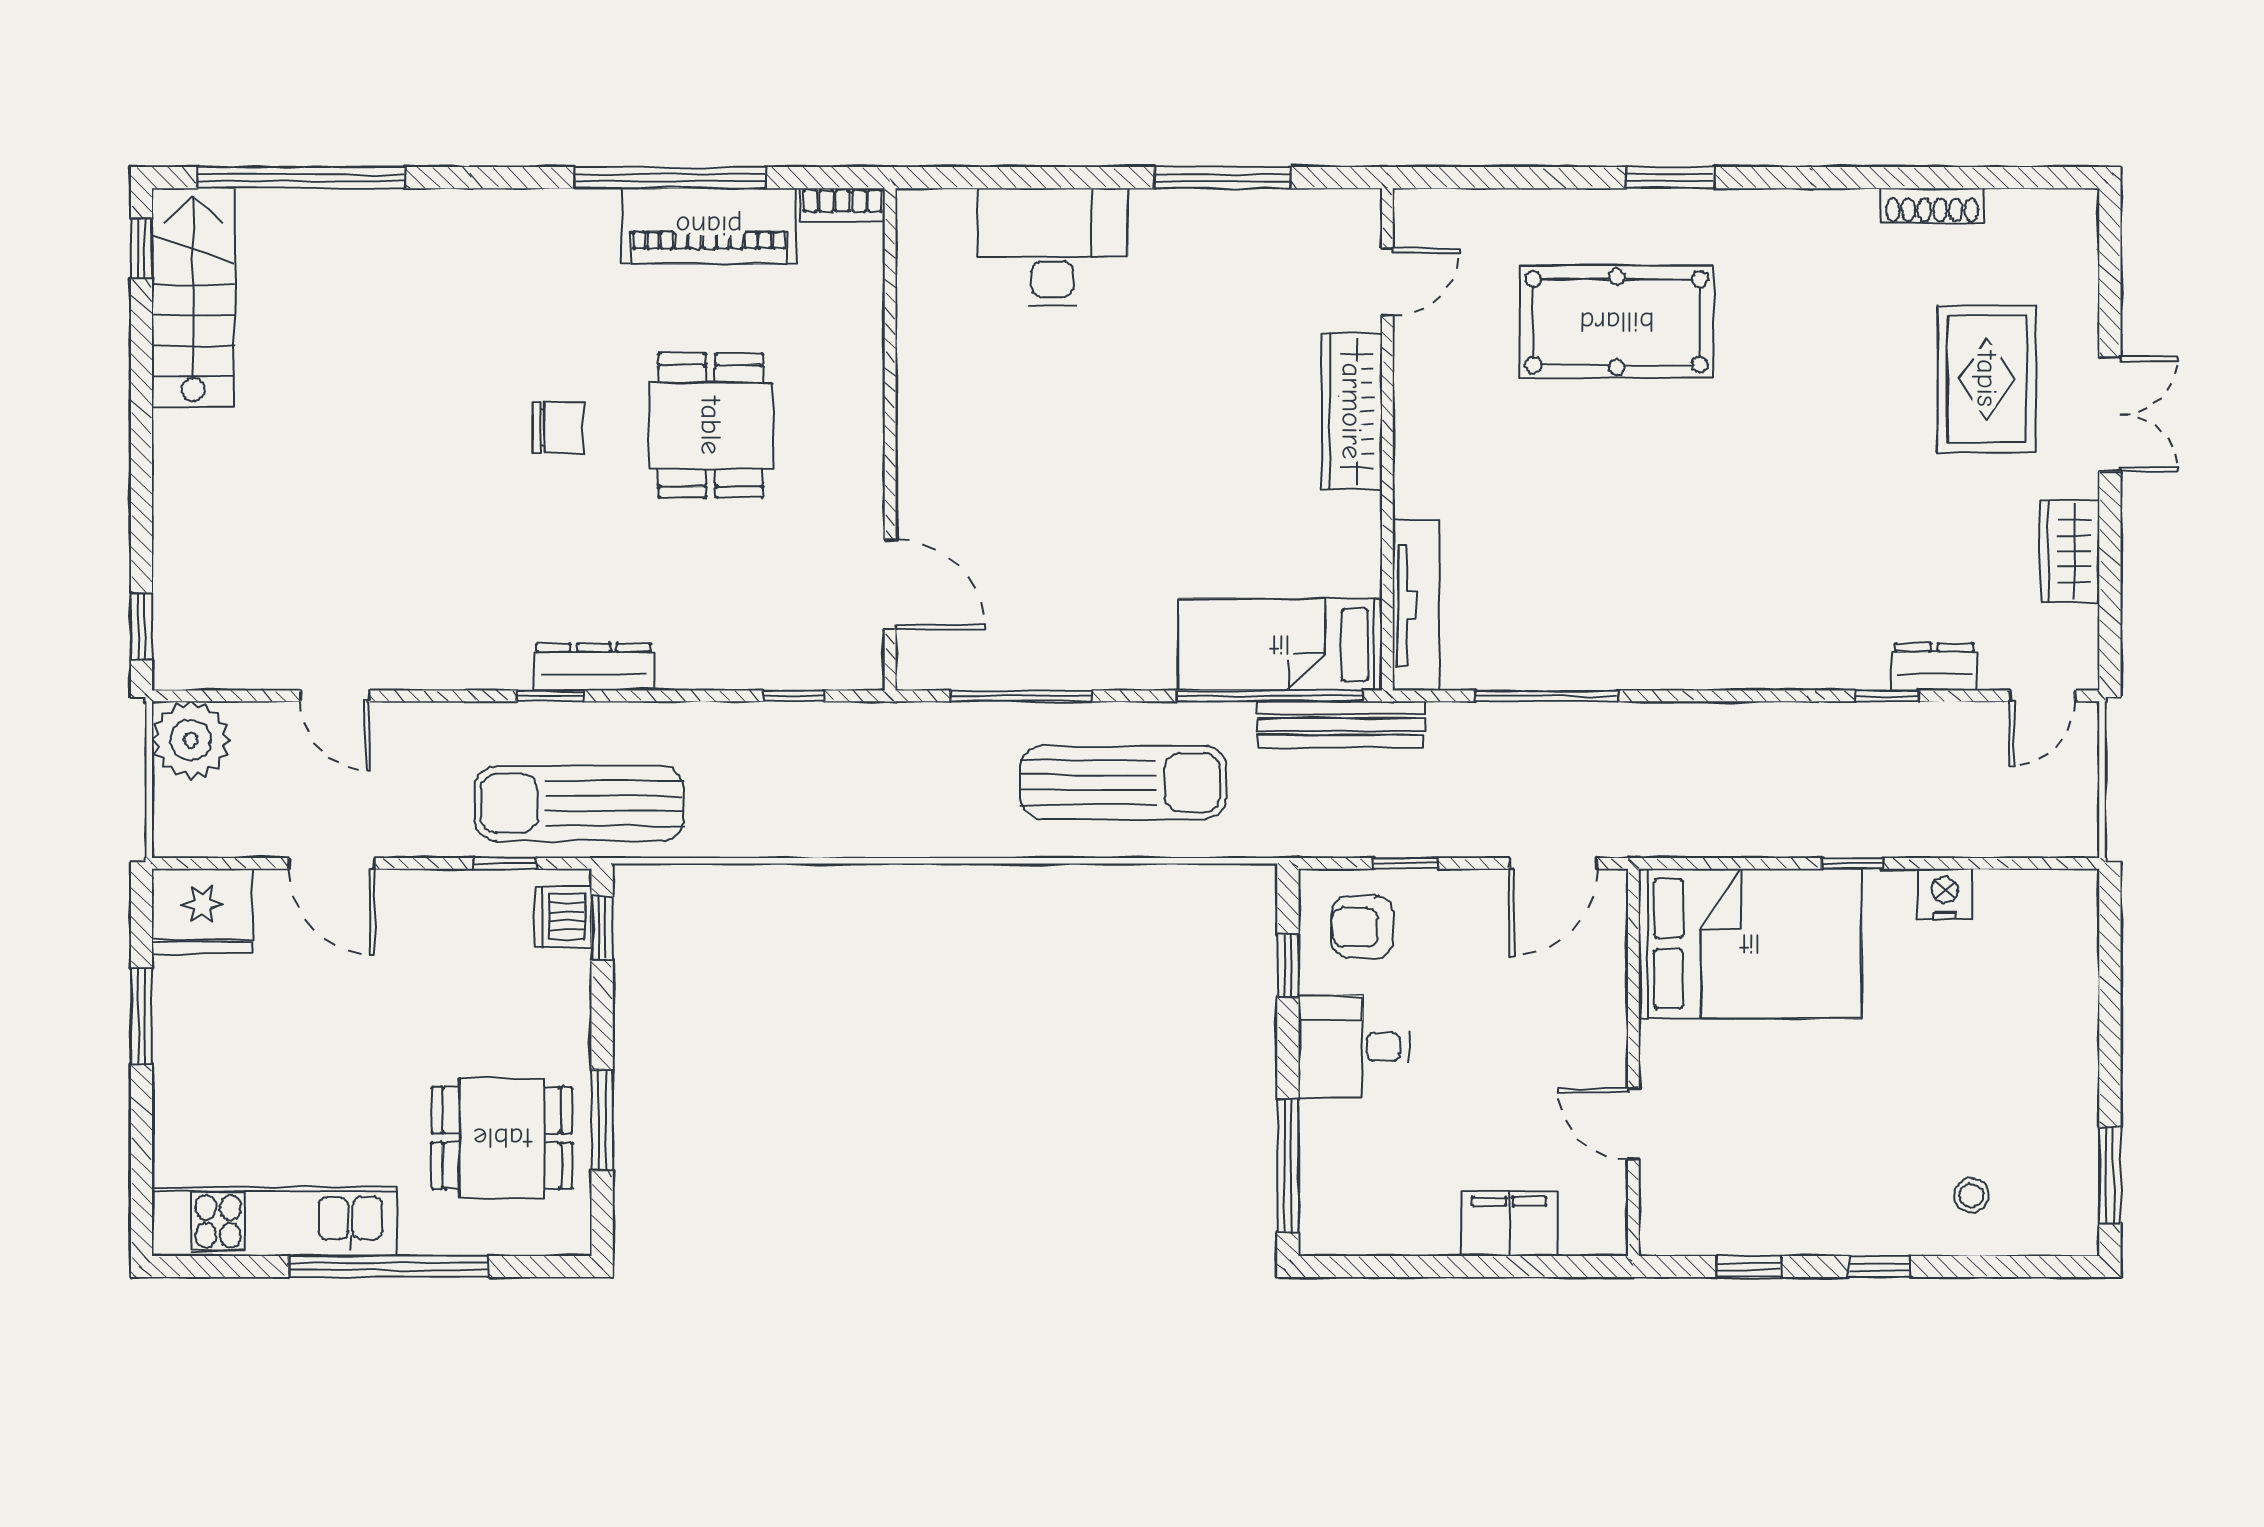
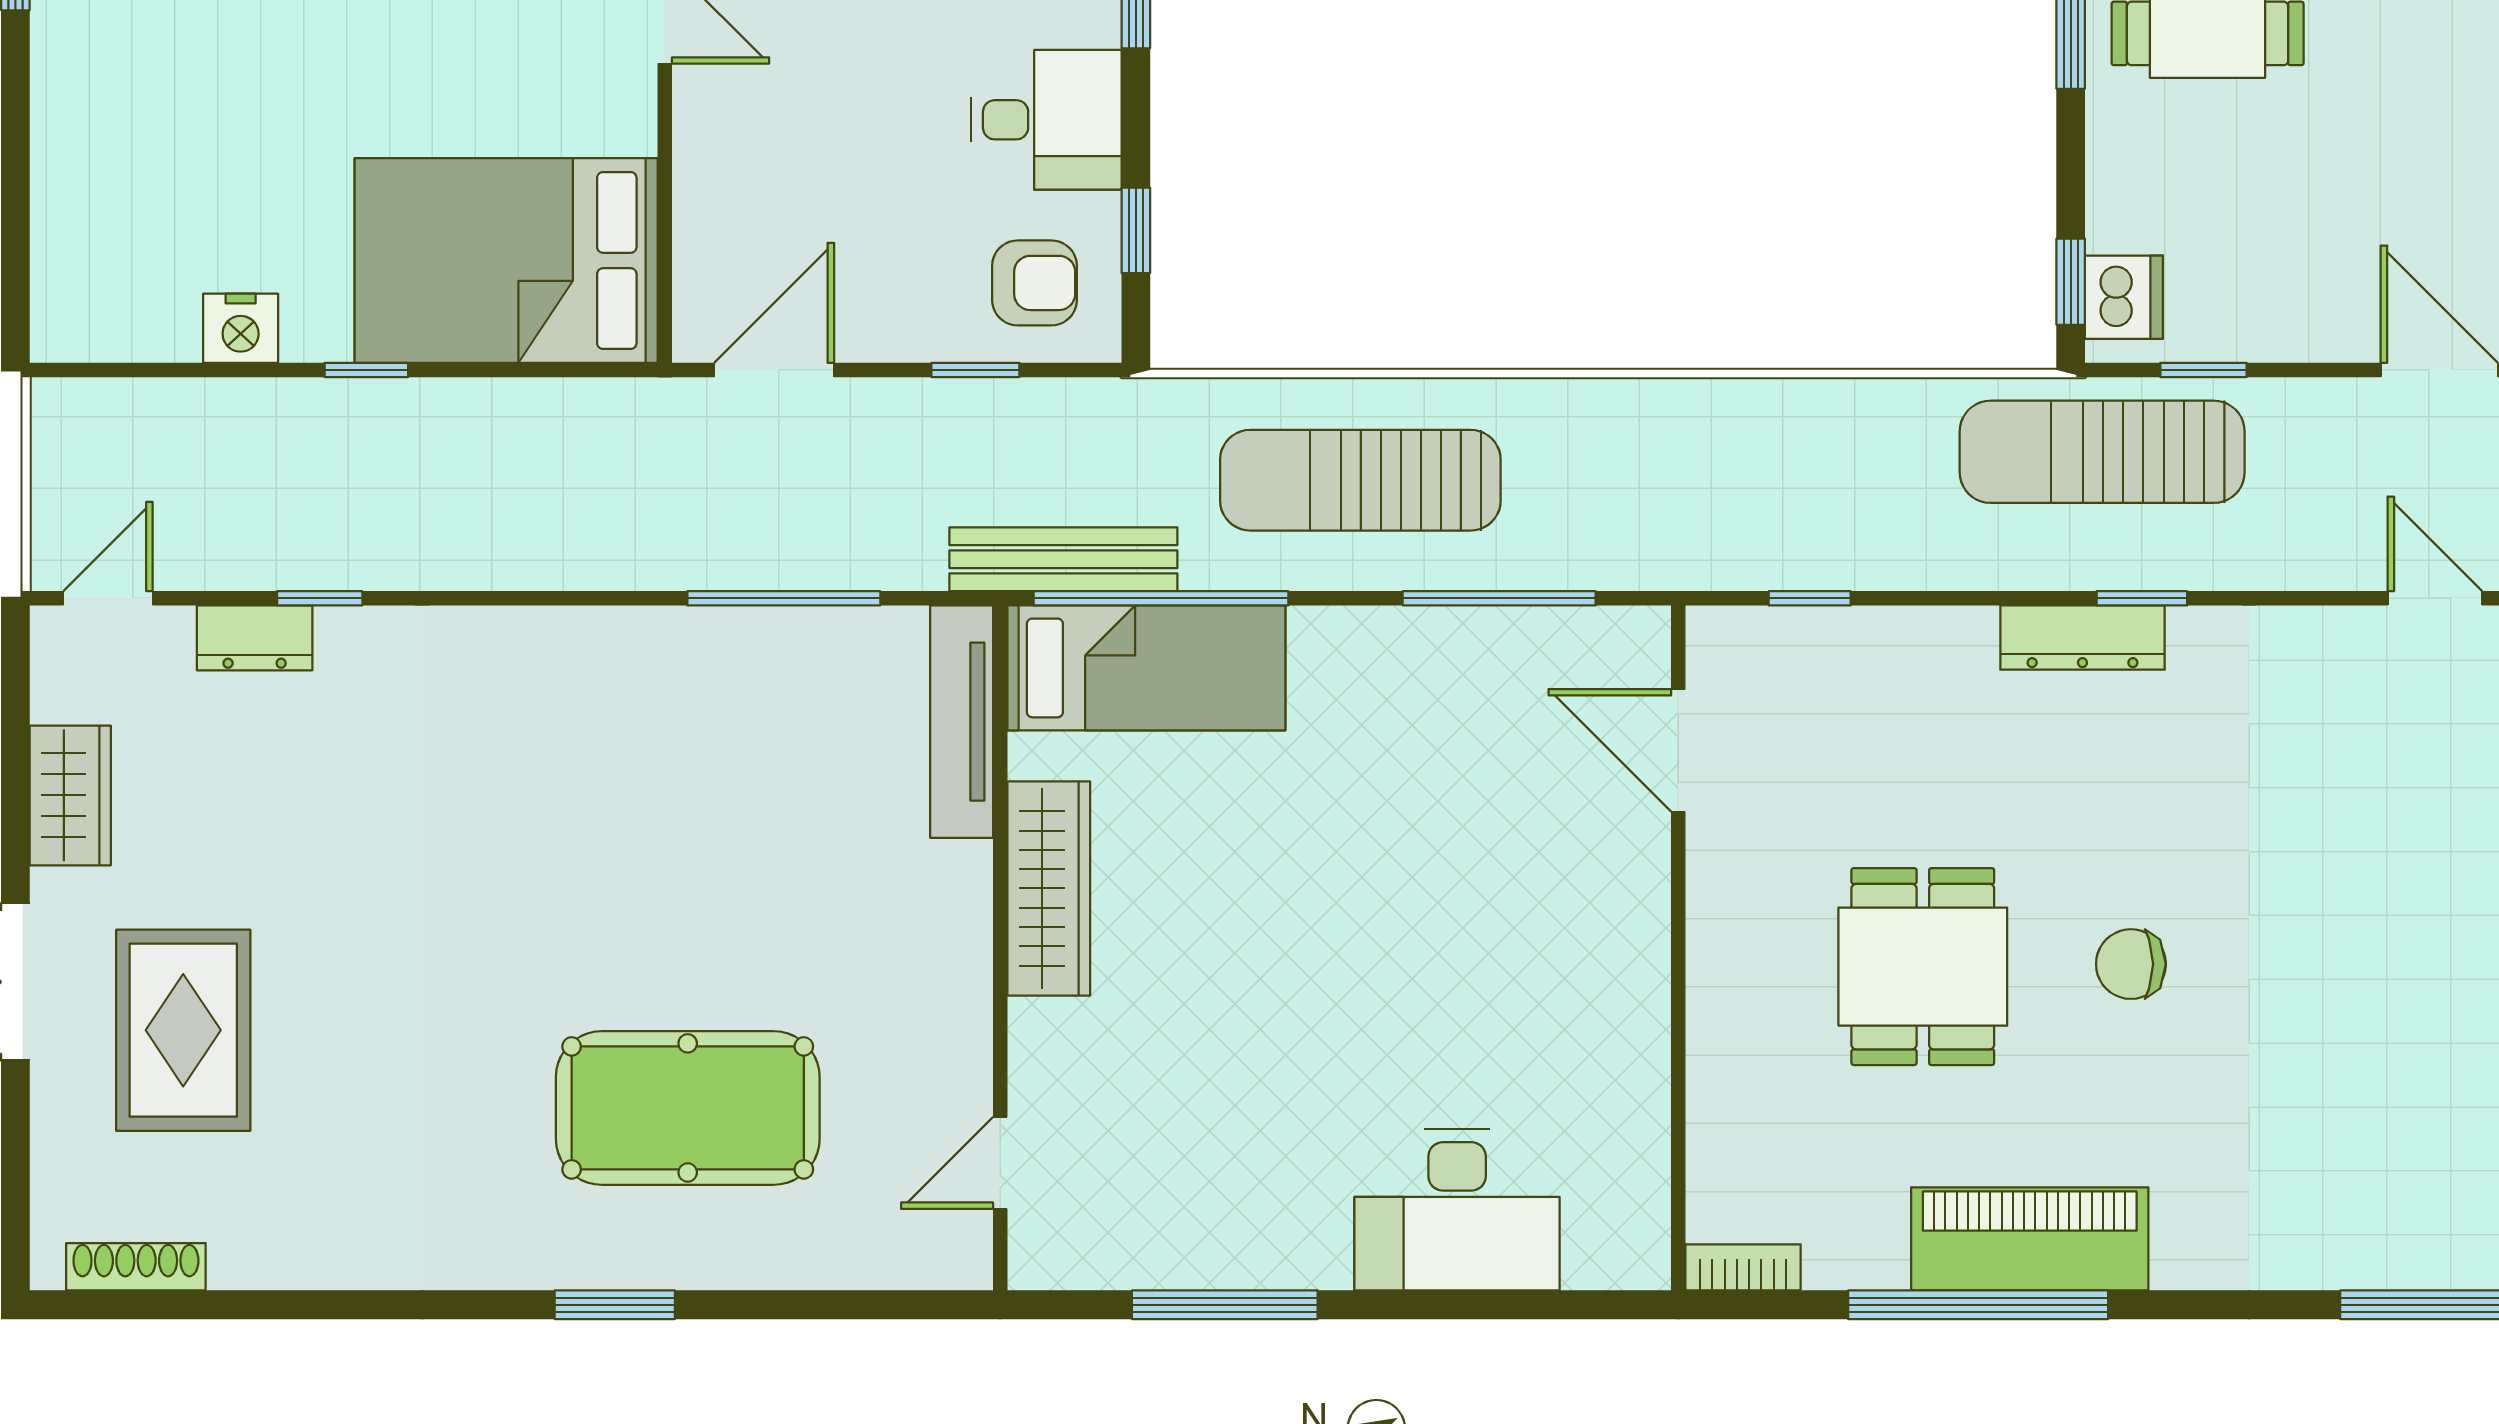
shoe rack: (1932, 205) -> (136, 1267), moved
piano: (709, 226) -> (2030, 1239), moved
wardrobe: (1352, 411) -> (1049, 888), moved
sun lounger: (579, 803) -> (2102, 452), turned 180

